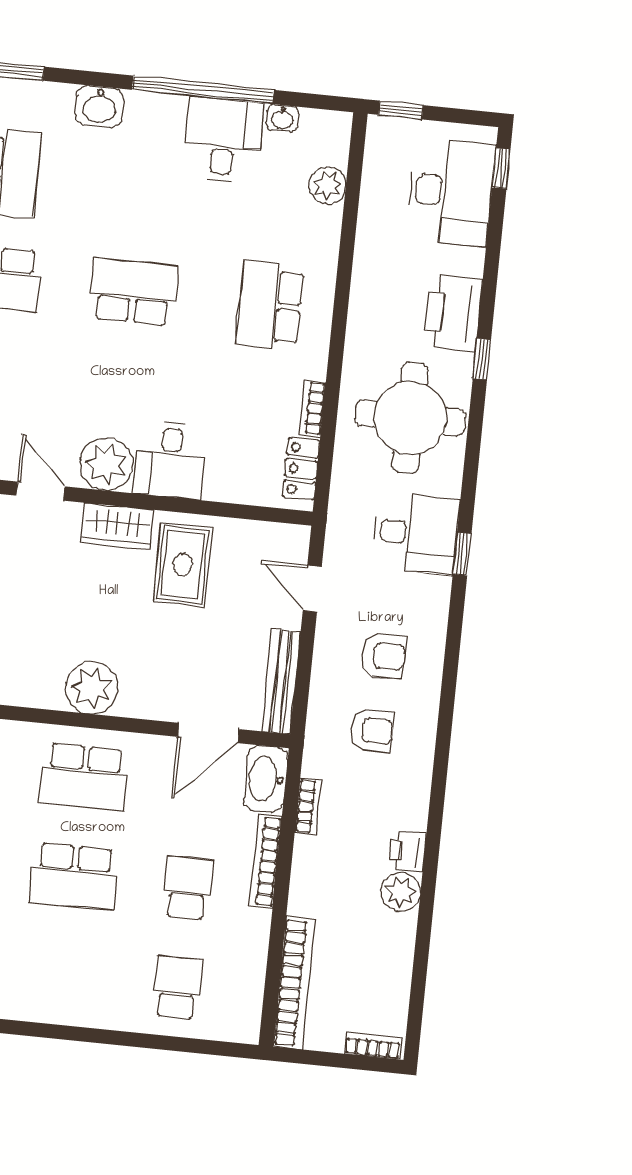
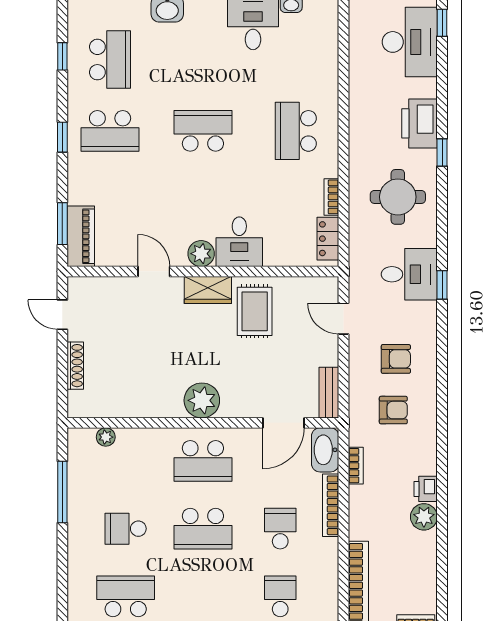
plant: (328, 186) -> (326, 46), removed
round table: (410, 418) -> (398, 197), width x0.73, depth x0.73
plant: (106, 464) -> (201, 254), width x0.73, depth x0.73
bench: (281, 682) -> (329, 393), width x0.73

